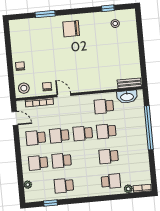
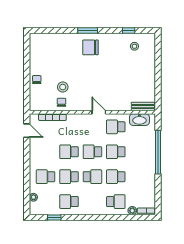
window: (45, 14) -> (88, 31), moved
stool: (24, 88) -> (63, 87), moved
door: (64, 95) -> (99, 112), moved
school desk: (36, 138) -> (92, 177), moved, turned 180

